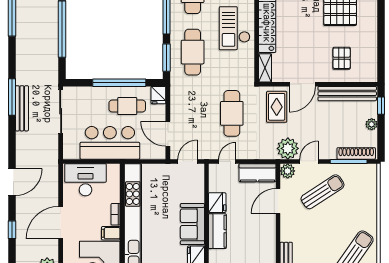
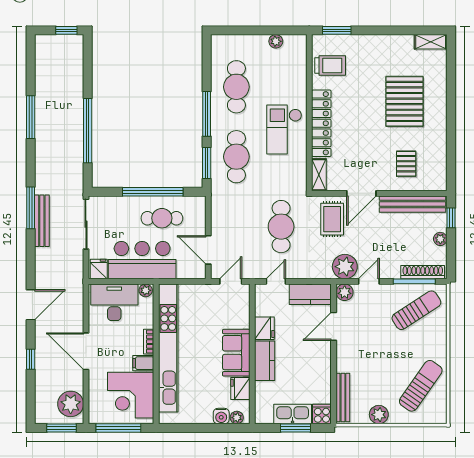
fridge: (158, 95) -> (99, 269), moved, turned 180
plant: (113, 169) -> (146, 290), added
sun lounger: (323, 192) -> (416, 310), moved
door: (61, 223) -> (86, 351), hinge flipped

